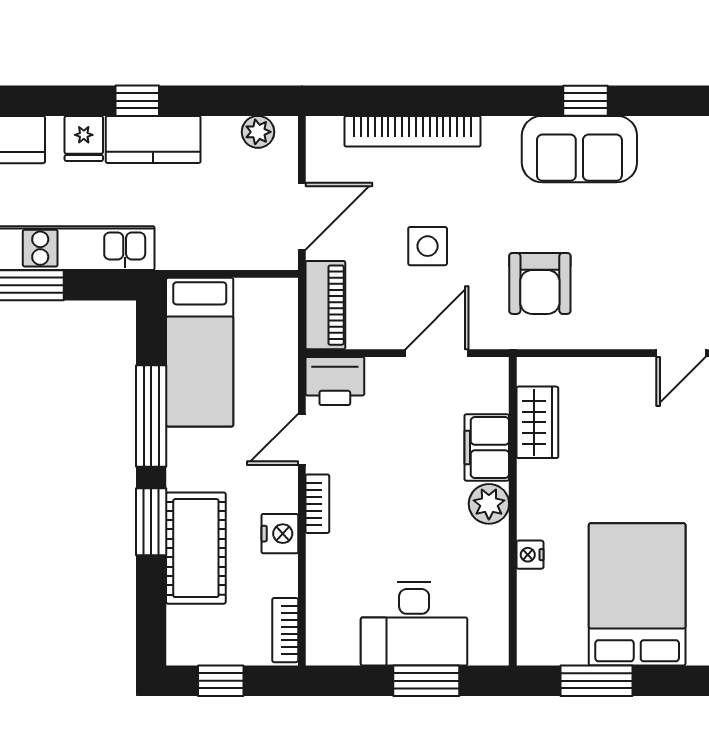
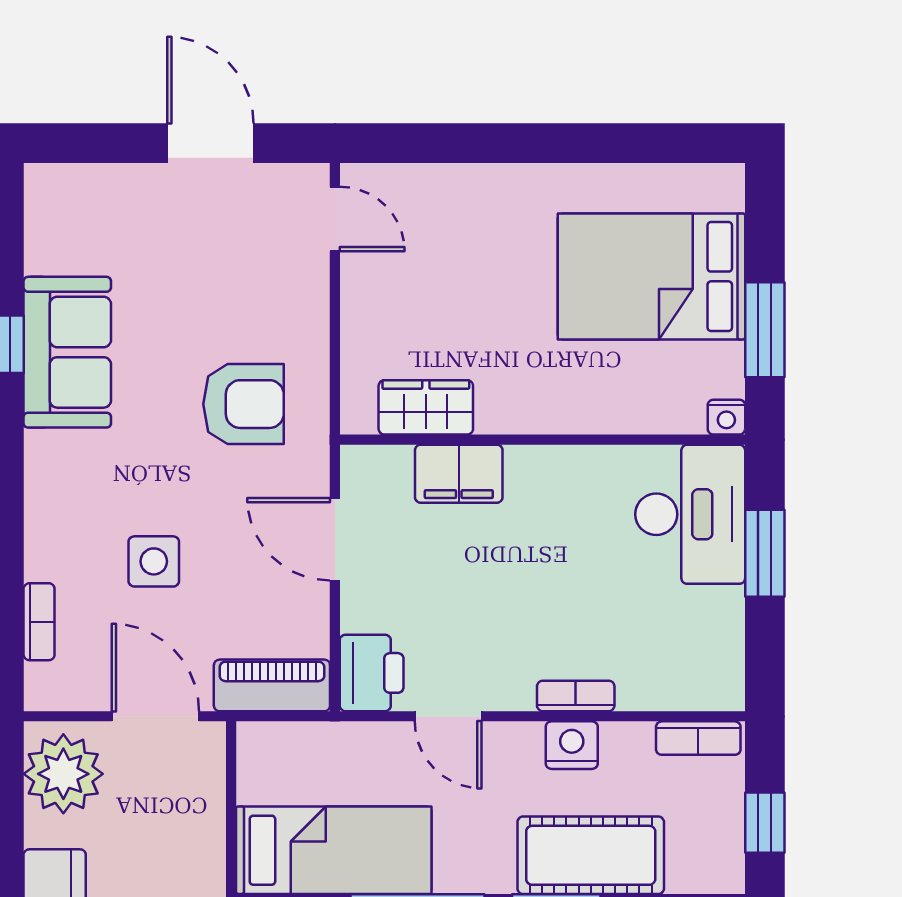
bookcase: (413, 131) -> (39, 622), width x0.43, depth x0.76
plant: (258, 132) -> (63, 774), width x1.87, depth x1.87
side table: (428, 246) -> (154, 561), moved
bookcase: (317, 504) -> (576, 696), moved
plant: (489, 504) -> (533, 471), removed
nightstand: (530, 555) -> (726, 417), moved
desk: (414, 624) -> (690, 514), moved

